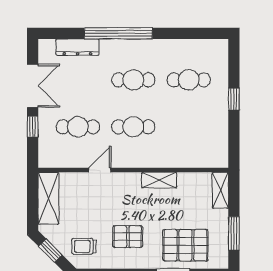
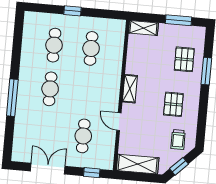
window: (118, 33) -> (12, 98), width x0.68
dresser: (77, 47) -> (20, 131), removed
window: (33, 127) -> (92, 173), moved
cafe table: (133, 127) -> (91, 48), moved
shelving: (159, 180) -> (130, 89), moved
pallet: (185, 245) -> (184, 59), width x0.67, depth x0.71

